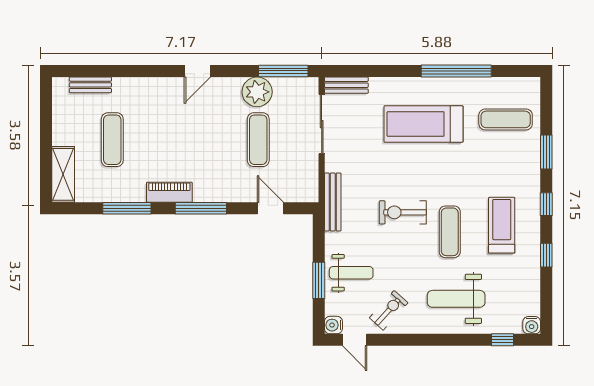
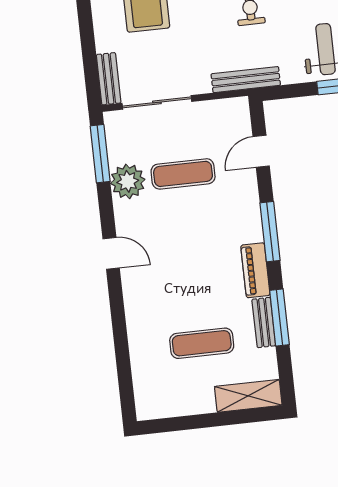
bench: (90, 85) -> (264, 322), moved

